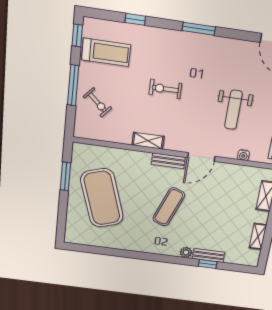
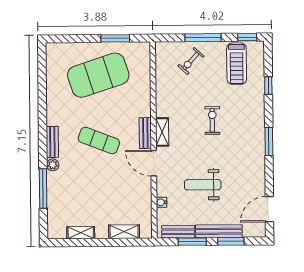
shelving: (148, 141) -> (162, 132), moved
bench: (209, 255) -> (52, 142), moved
window: (208, 264) -> (43, 189), width x2.17

